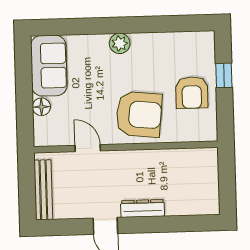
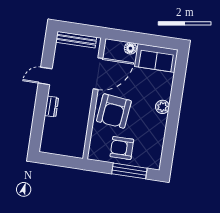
window: (224, 75) -> (129, 171), width x2.17
door: (88, 148) -> (98, 74), width x1.88
dresser: (143, 208) -> (52, 107), width x0.70

